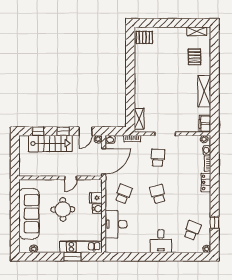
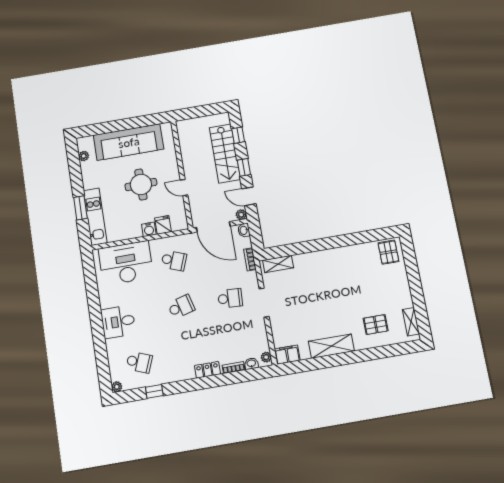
desk: (116, 224) -> (126, 263), width x1.36, depth x1.30

